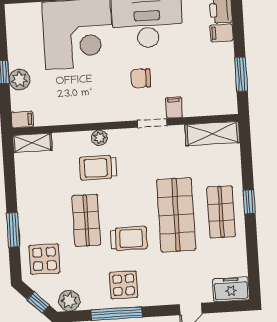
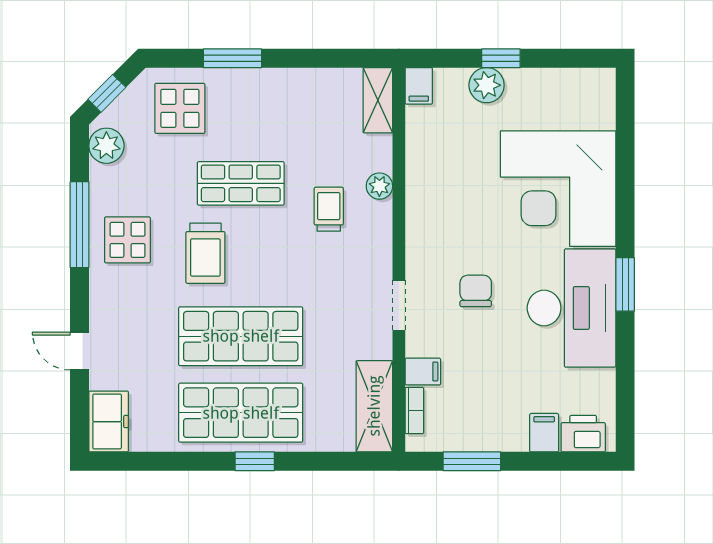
filing cabinet: (174, 107) -> (423, 372), moved
bookcase: (213, 110) -> (414, 411), added
plant: (99, 138) -> (379, 186), moved
trolley: (98, 168) -> (329, 209), width x0.73, depth x0.72
shop shelf: (221, 212) -> (241, 413), width x1.43, depth x1.36

